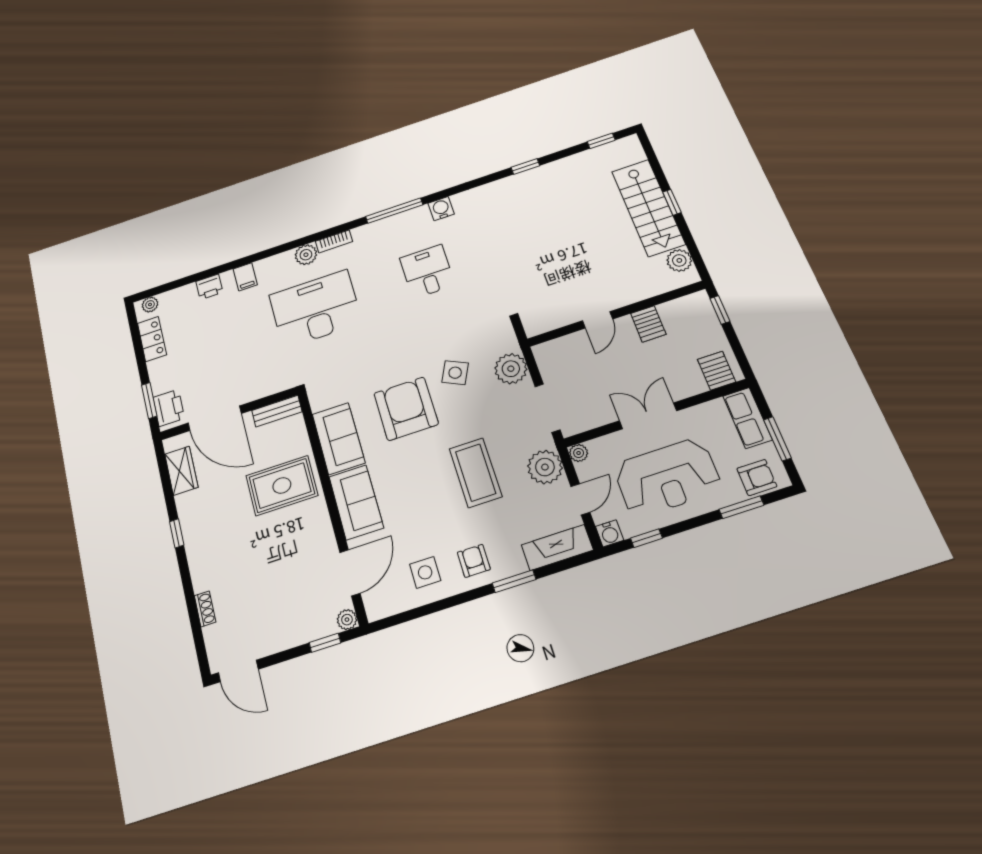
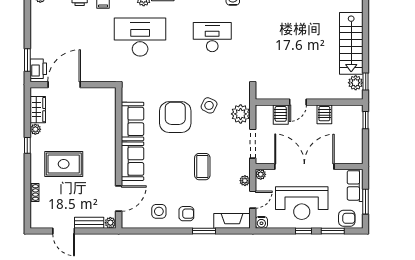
window: (672, 202) -> (366, 82), moved
desk: (427, 272) -> (212, 37), width x1.37
locker: (152, 339) -> (37, 21), removed
server rack: (717, 371) -> (281, 115), moved, turned 180
bench: (277, 411) -> (89, 223), moved
double door: (648, 416) -> (304, 167), width x1.87
door: (215, 418) -> (64, 85), swing flipped
plant: (545, 467) -> (245, 181), width x0.53, depth x0.53
coffee table: (476, 473) -> (202, 167), width x0.73, depth x0.76
rug: (282, 485) -> (64, 164), moved
plant: (184, 503) -> (35, 129), added
window: (646, 538) -> (304, 231), moved
armchair: (474, 561) -> (186, 214), turned 90
window: (325, 643) -> (95, 231), removed
door: (238, 671) -> (64, 231), moved

